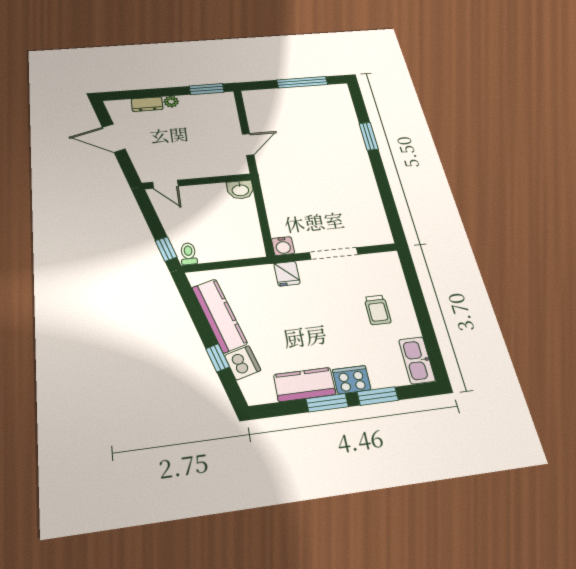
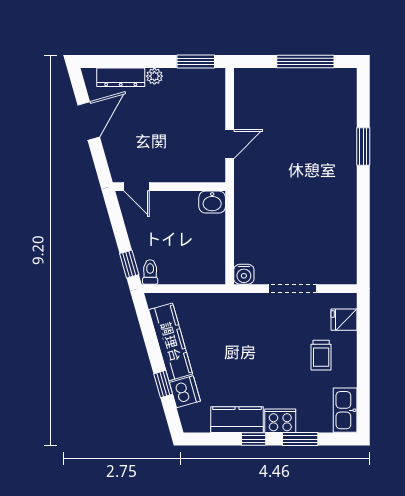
dresser: (147, 104) -> (121, 77), width x1.44
door: (114, 138) -> (89, 121), swing flipped
fridge: (287, 274) -> (344, 320), moved, turned 90
window: (327, 403) -> (254, 439), width x0.67

